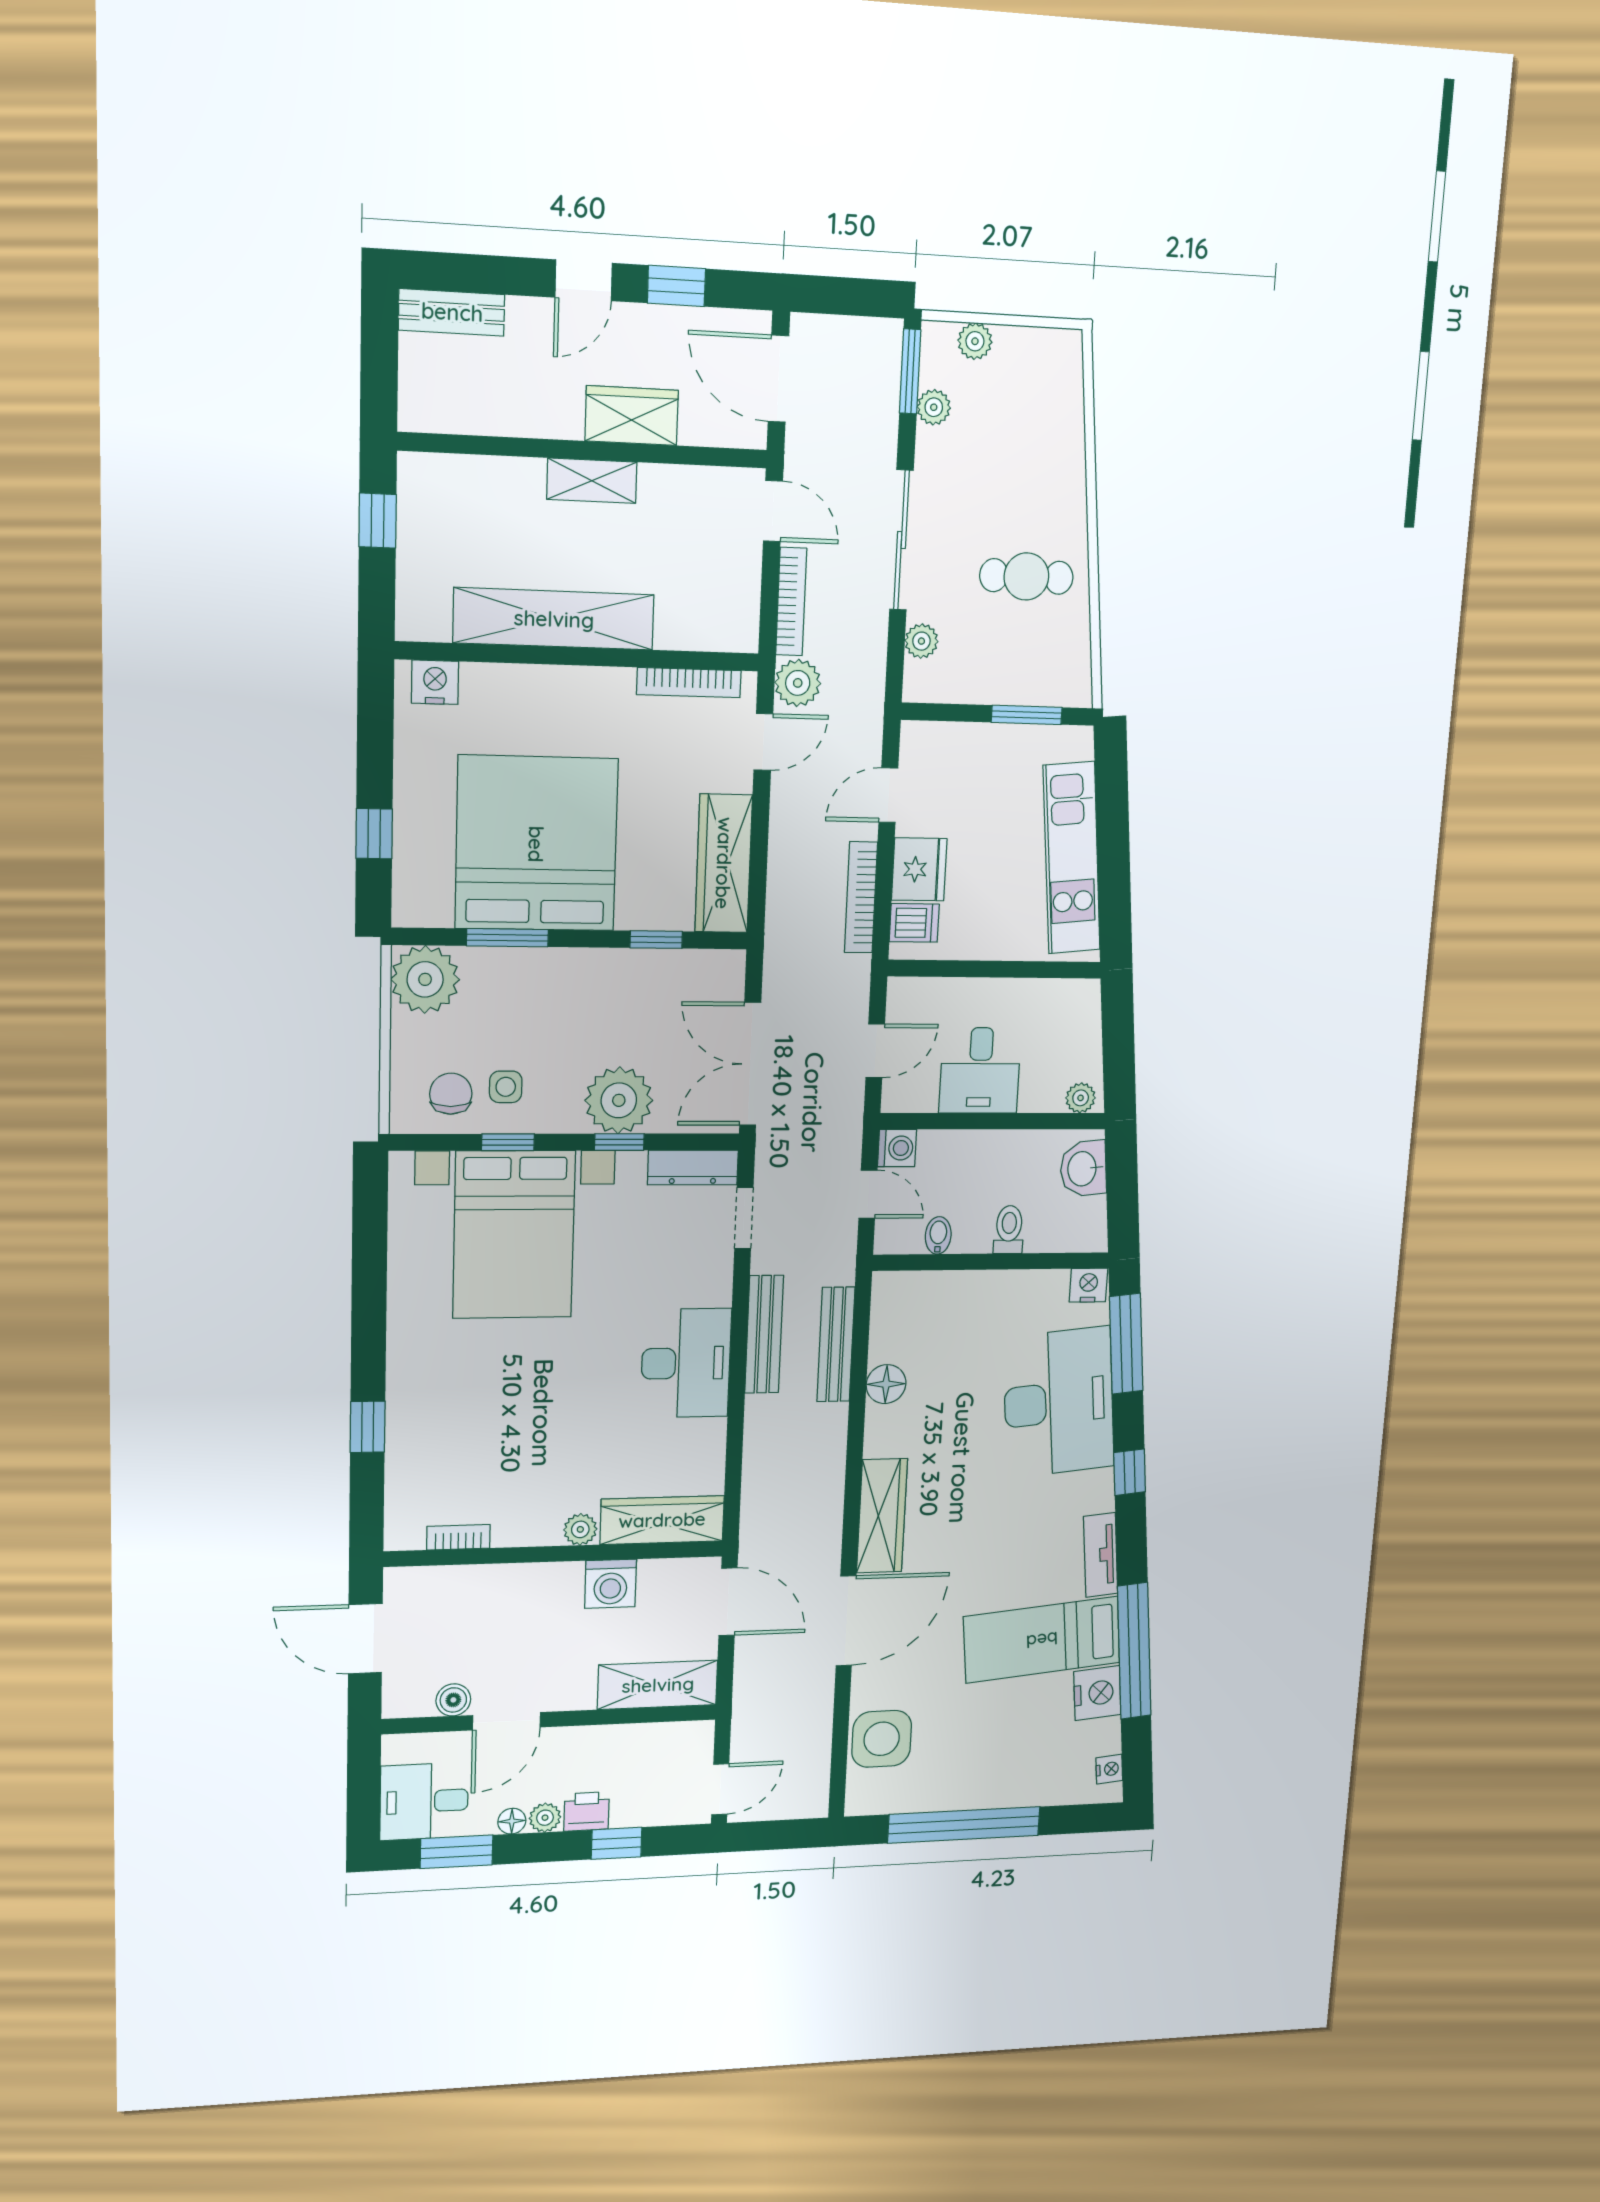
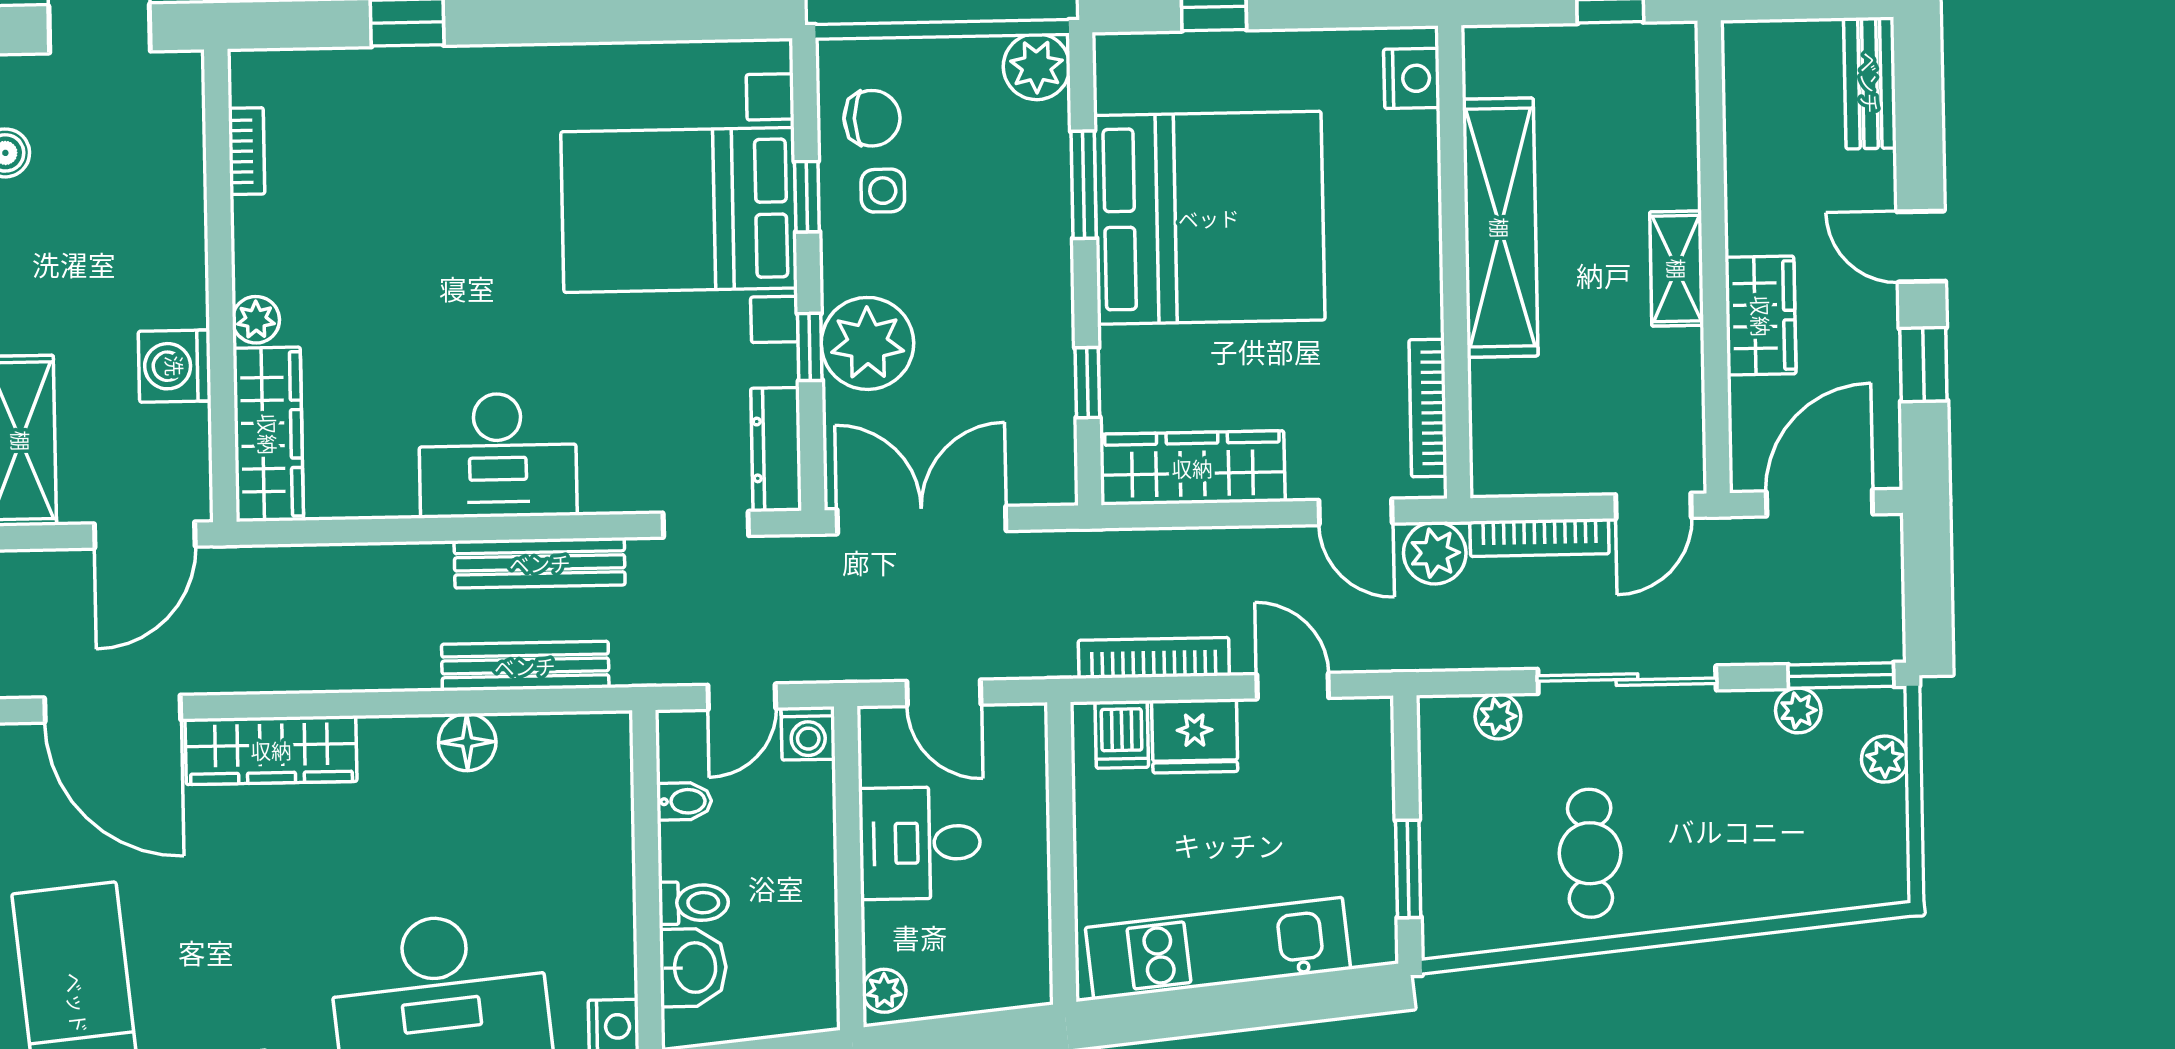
plant: (425, 979) -> (1037, 67), width x0.73, depth x0.73
washbasin: (1083, 1169) -> (693, 968), moved, turned 96

